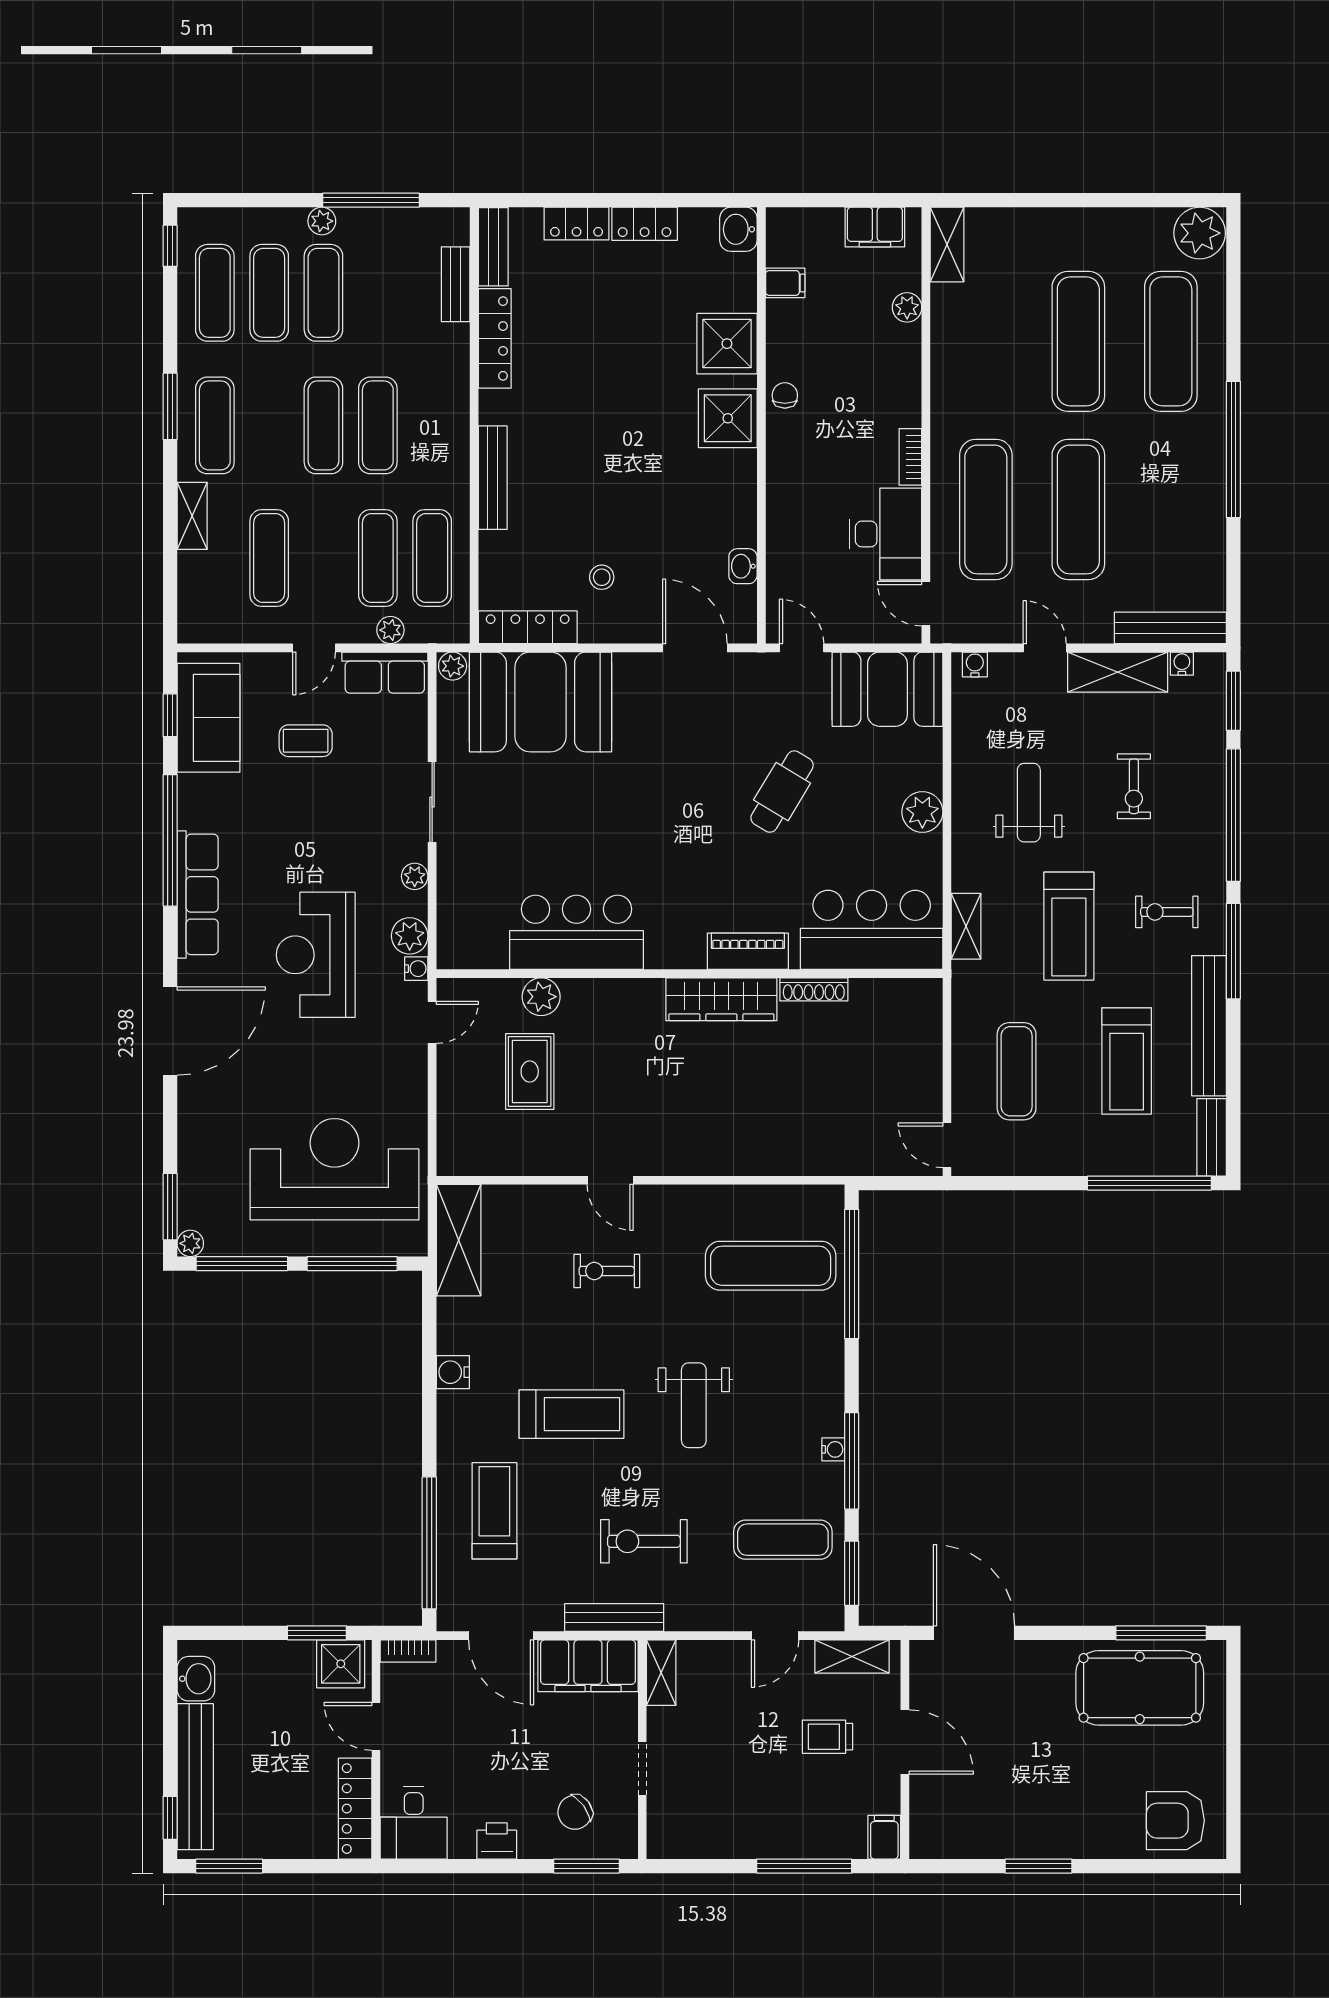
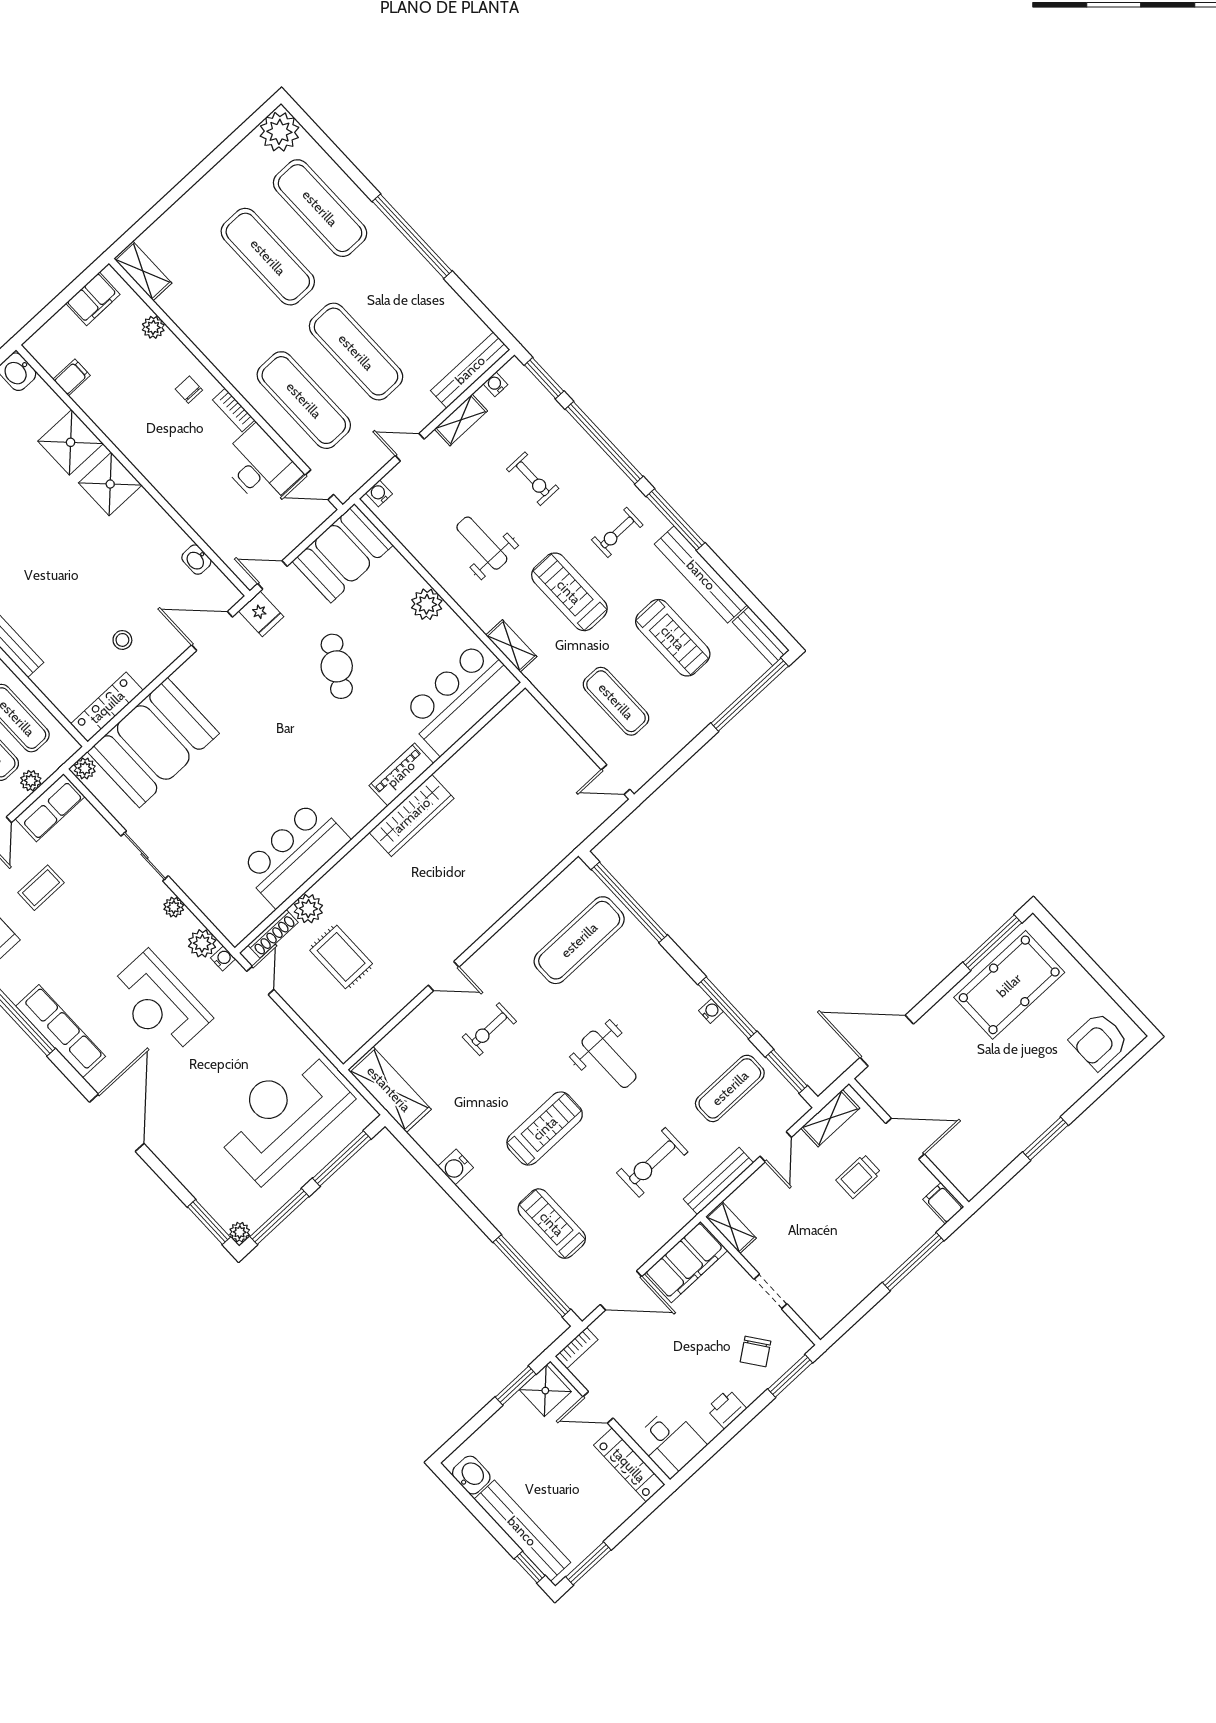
chair: (785, 395) -> (189, 390), moved
shelving: (1118, 672) -> (461, 420), width x0.67, depth x0.75
fridge: (757, 675) -> (261, 614), added
treadmill: (1069, 926) -> (569, 592), turned 180
shoe rack: (814, 989) -> (273, 934), moved
bench: (614, 1618) -> (718, 1181), moved

